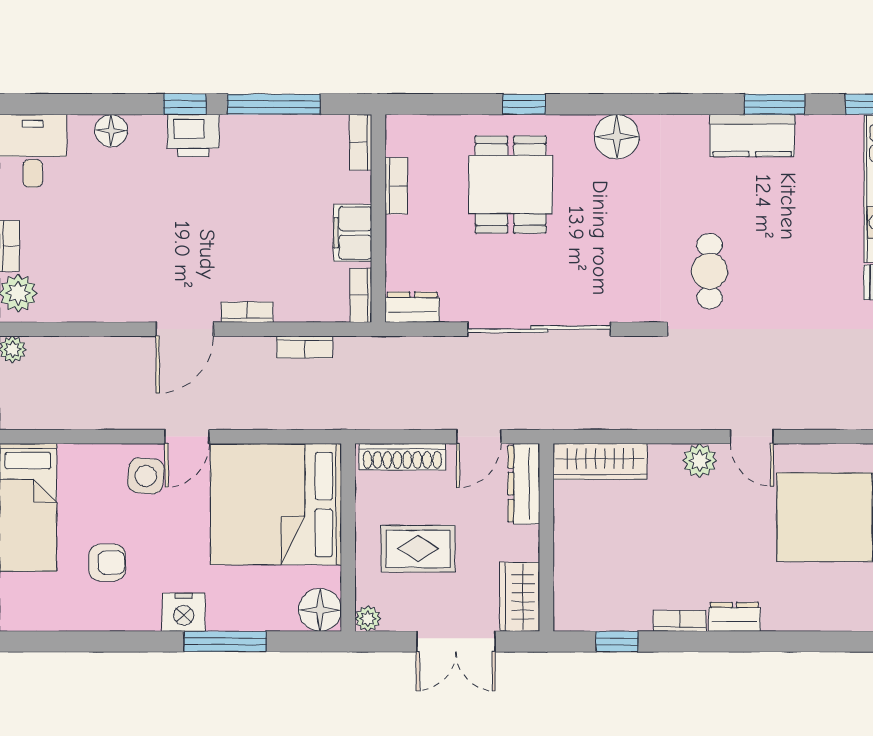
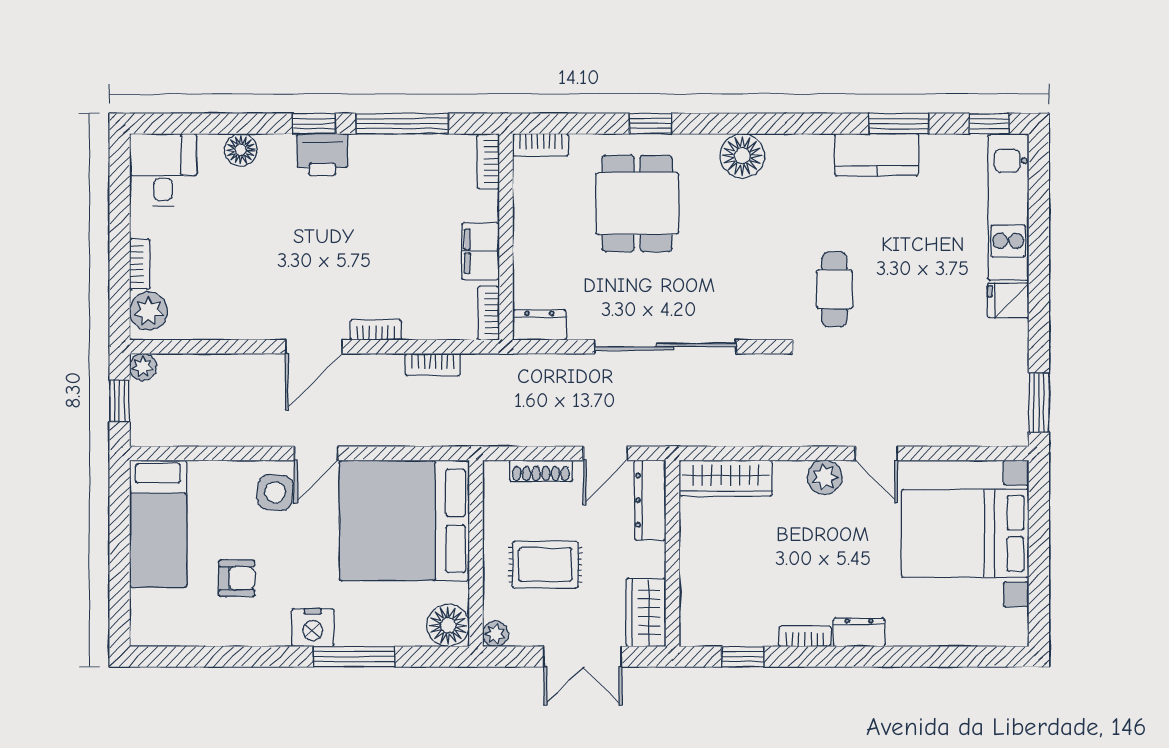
bookcase: (396, 186) -> (541, 145), moved, turned 90
shoe rack: (402, 457) -> (541, 471), width x0.74, depth x0.81

